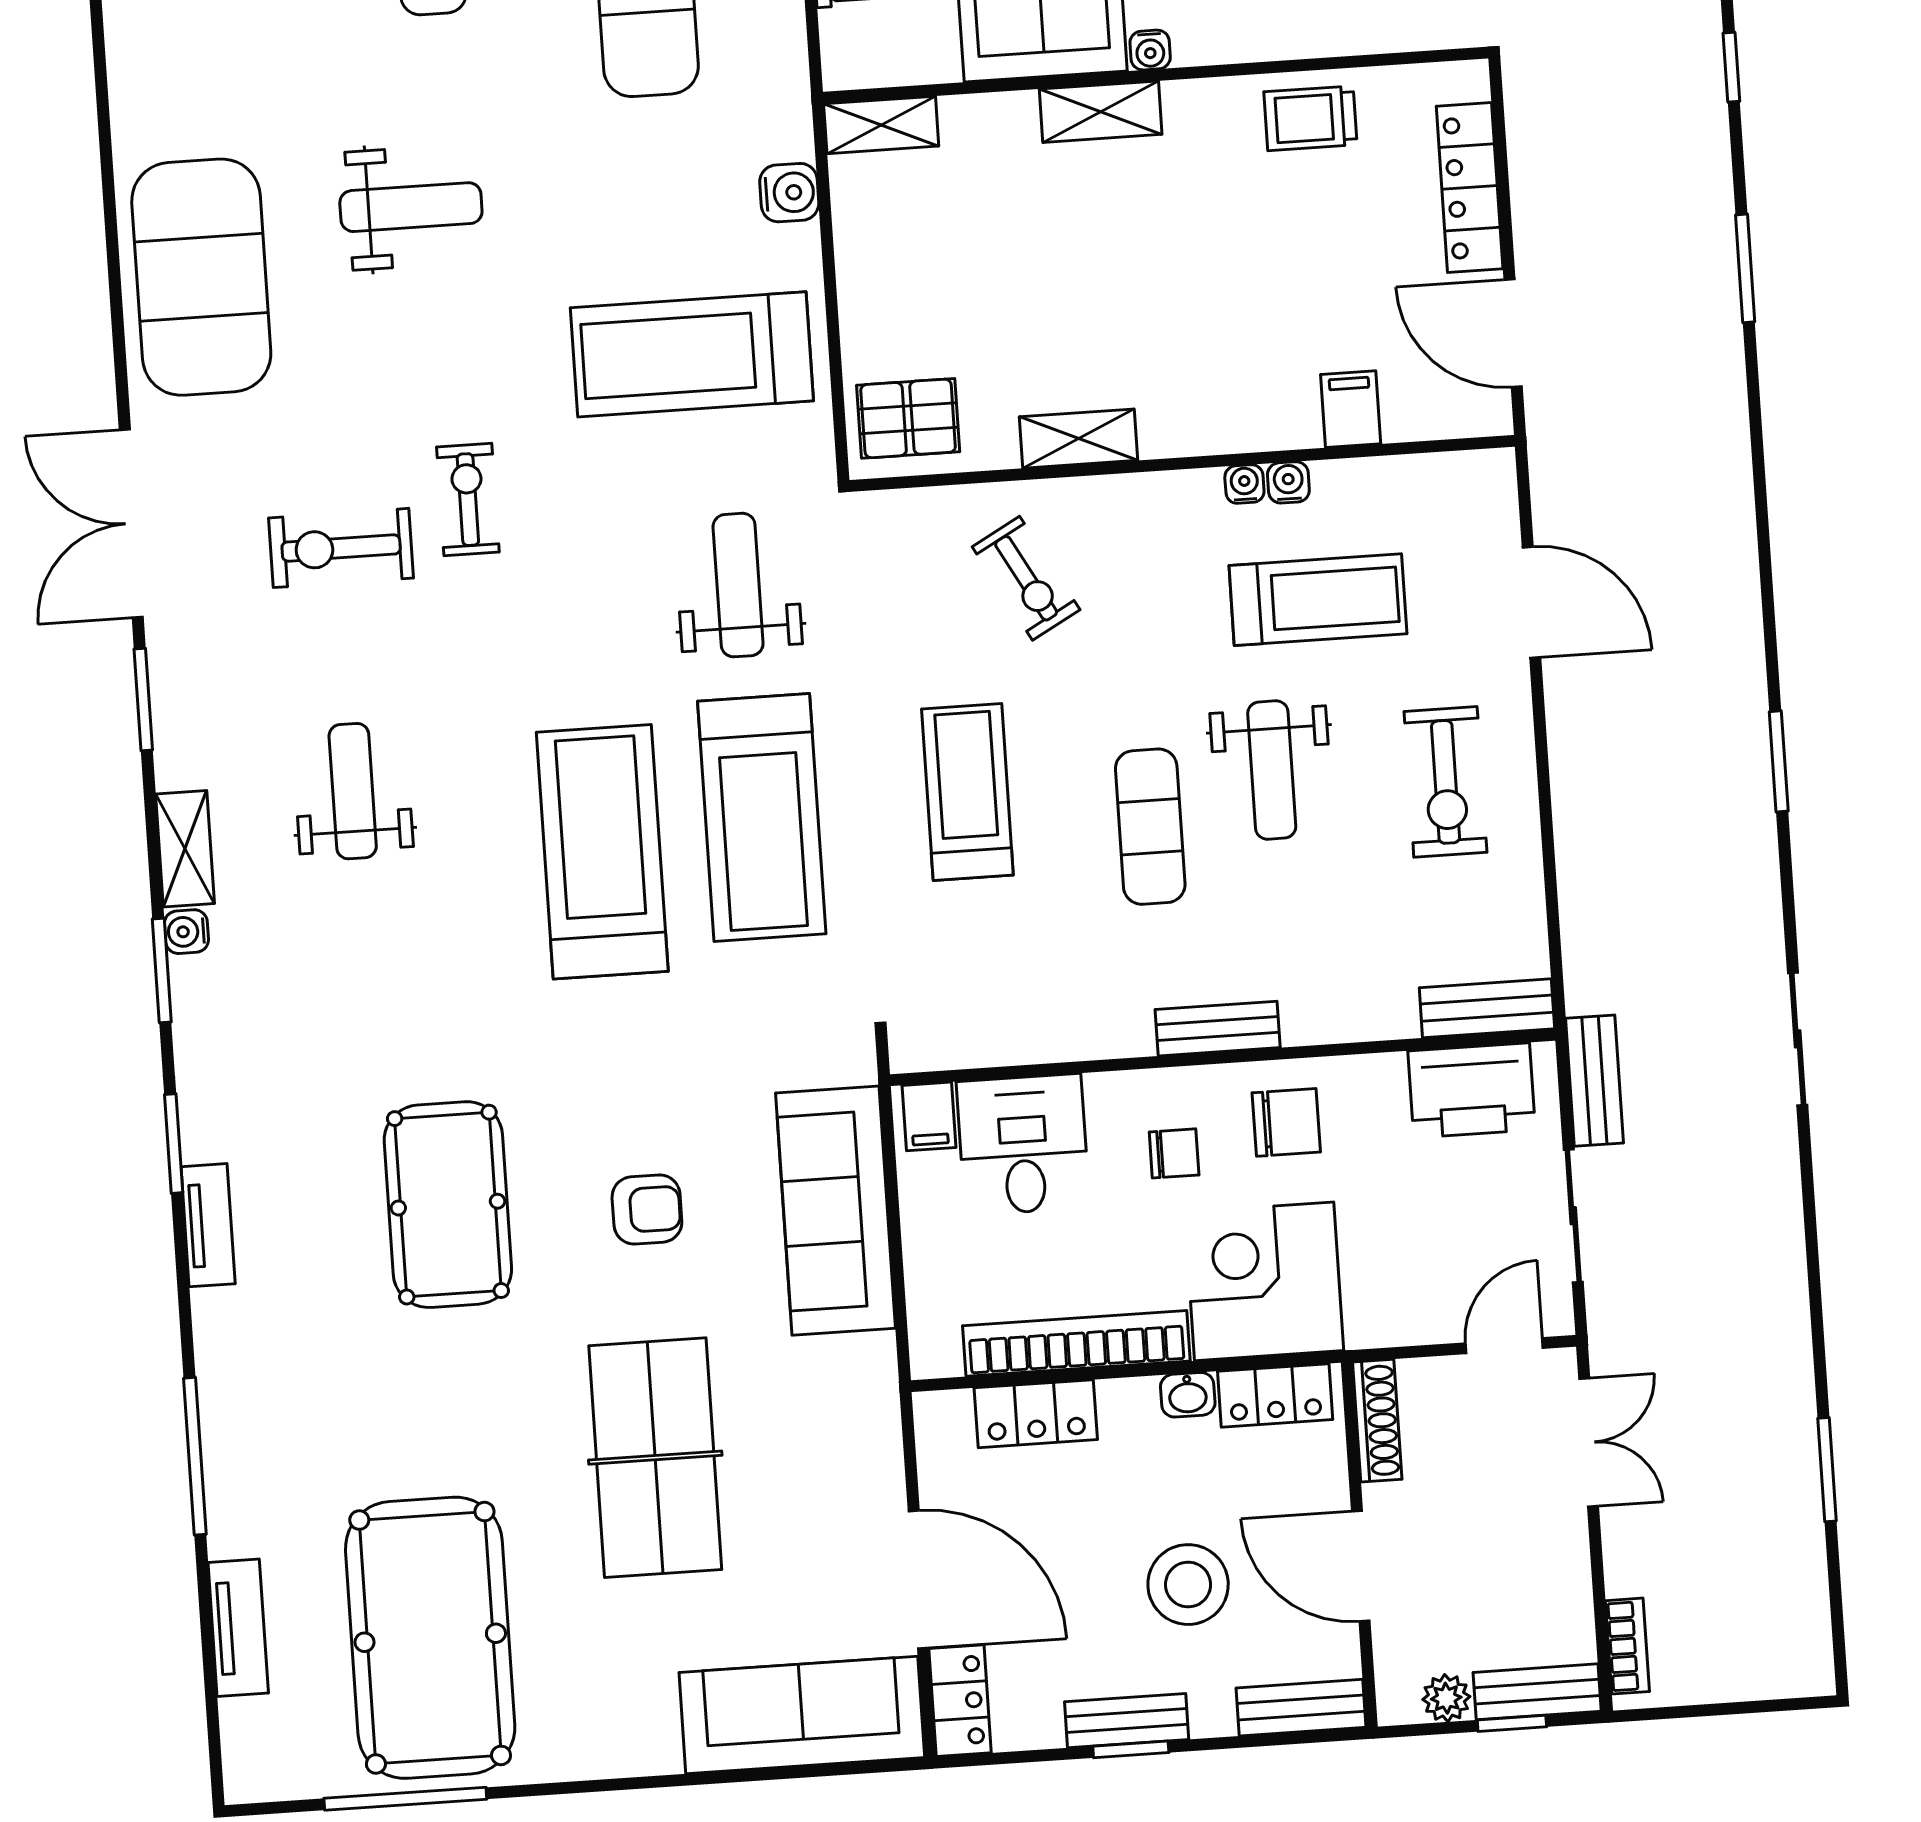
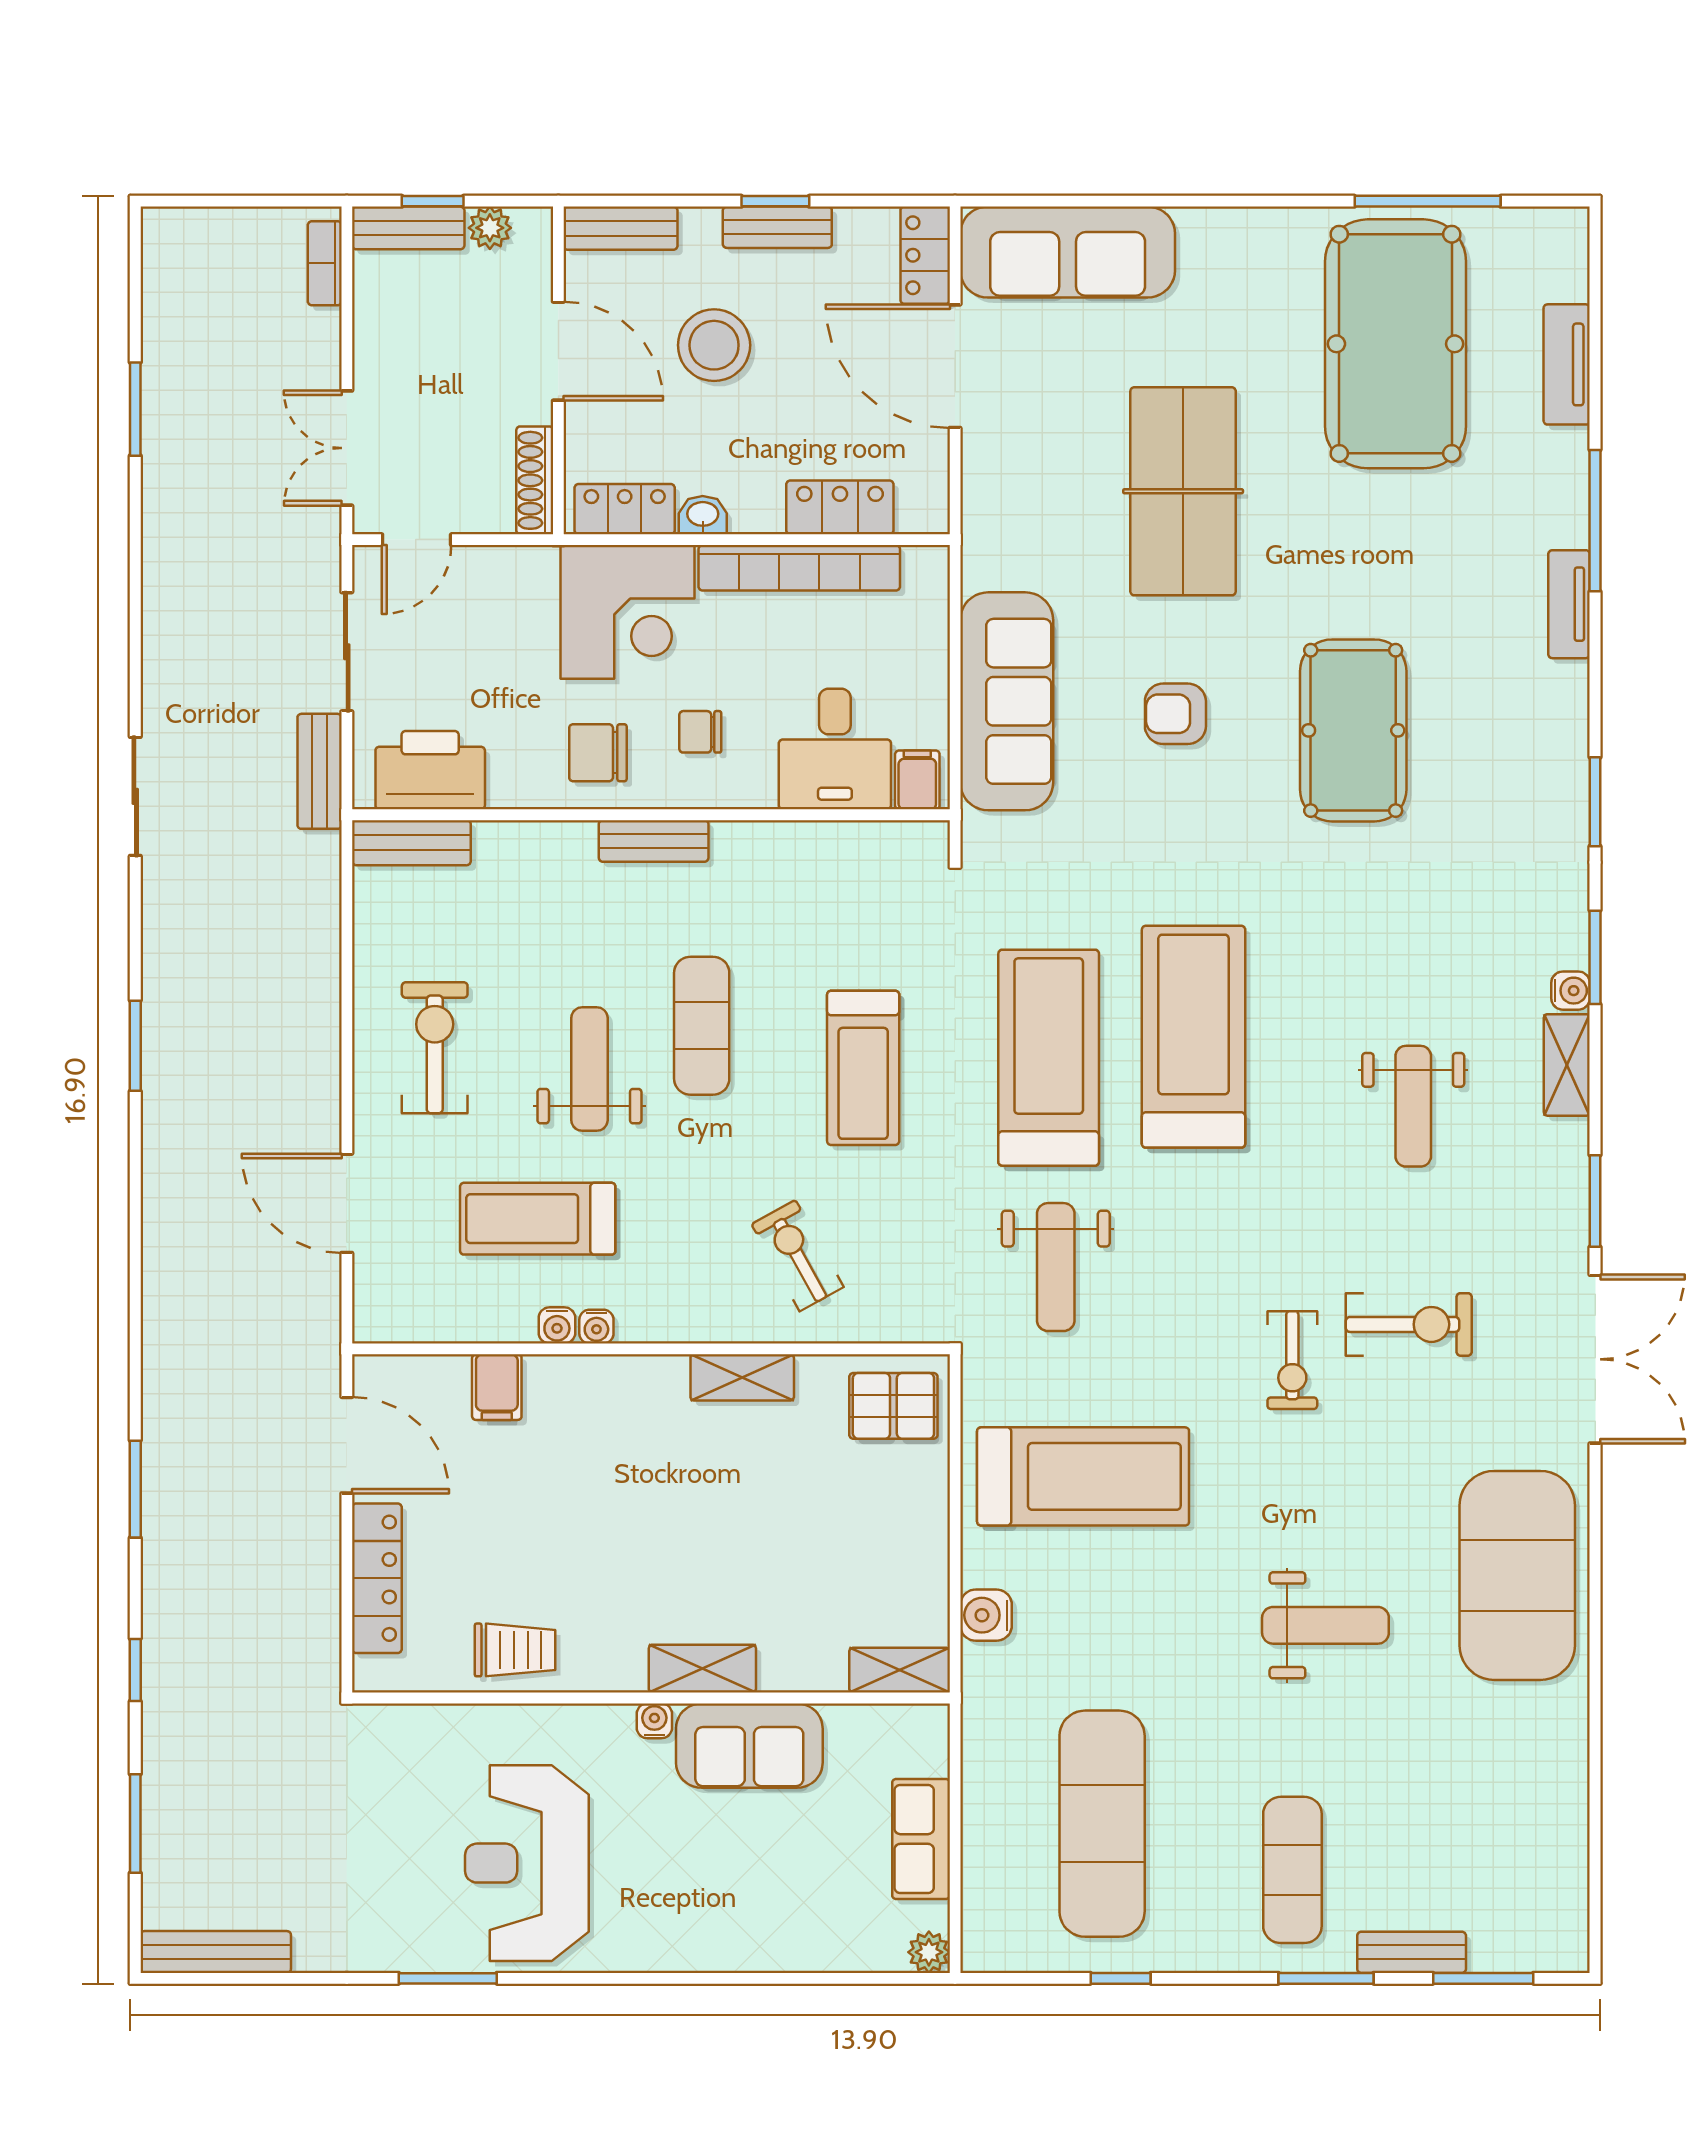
weight bench: (411, 207) -> (1325, 1625), turned 180
treadmill: (602, 852) -> (1194, 1037), turned 180
tv unit: (208, 1225) -> (1569, 604), moved

